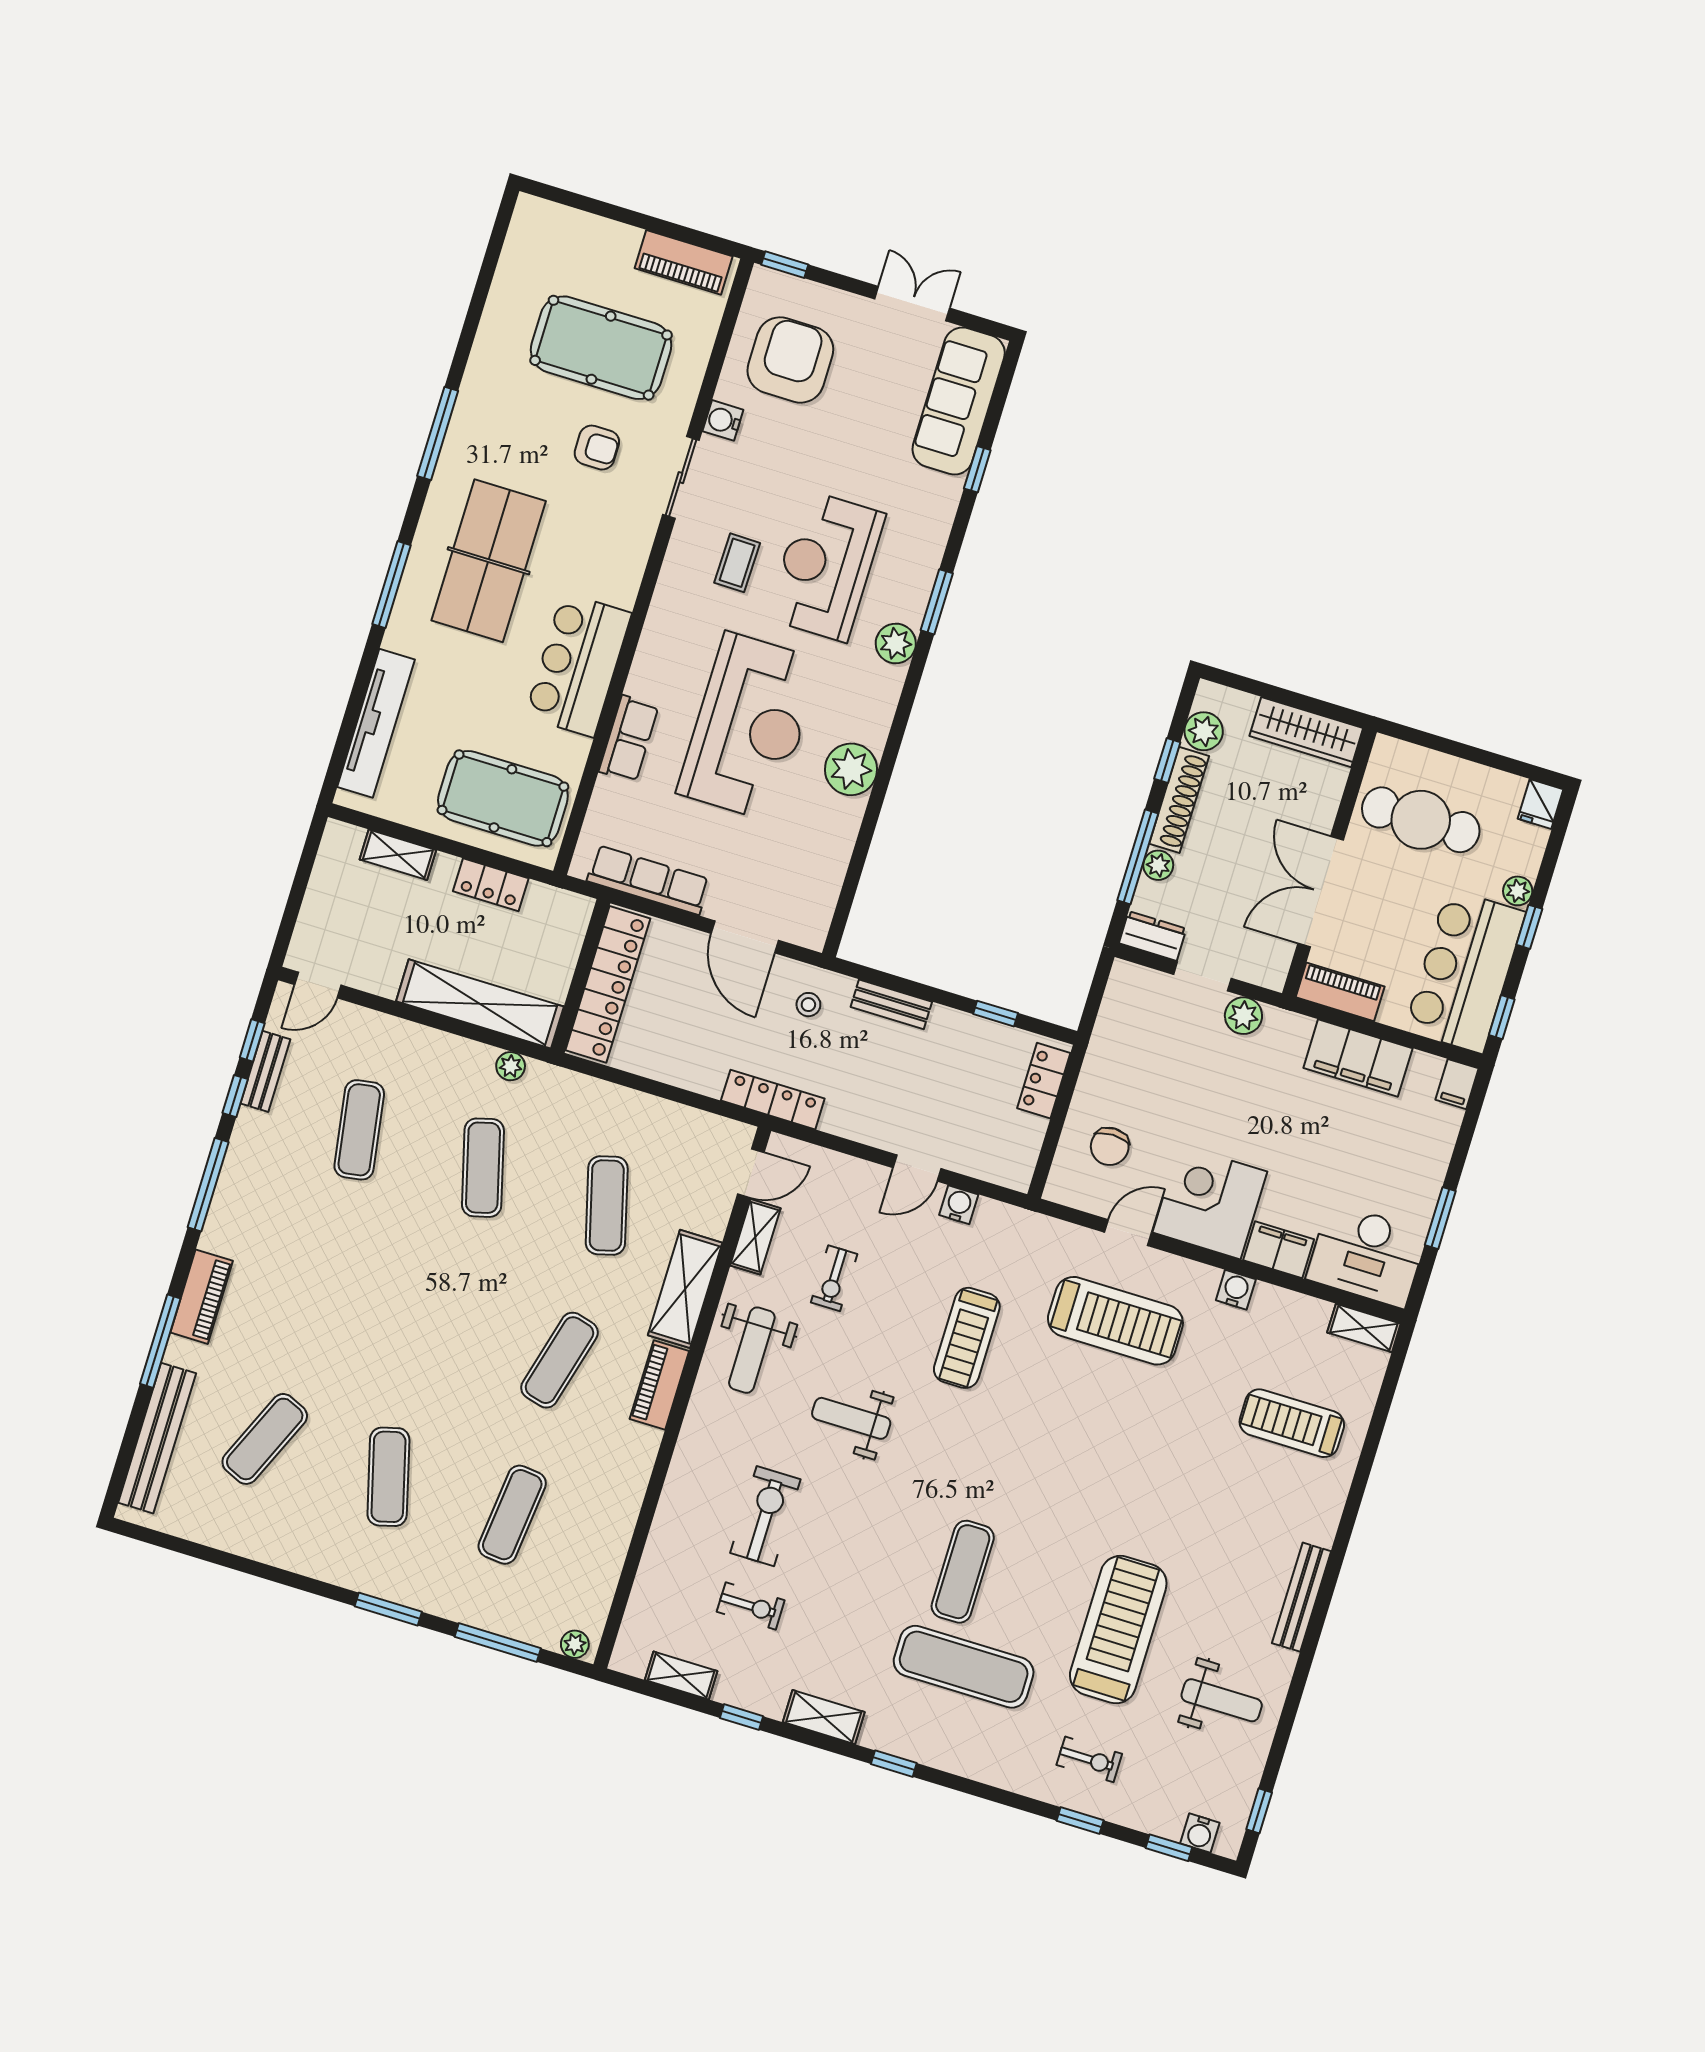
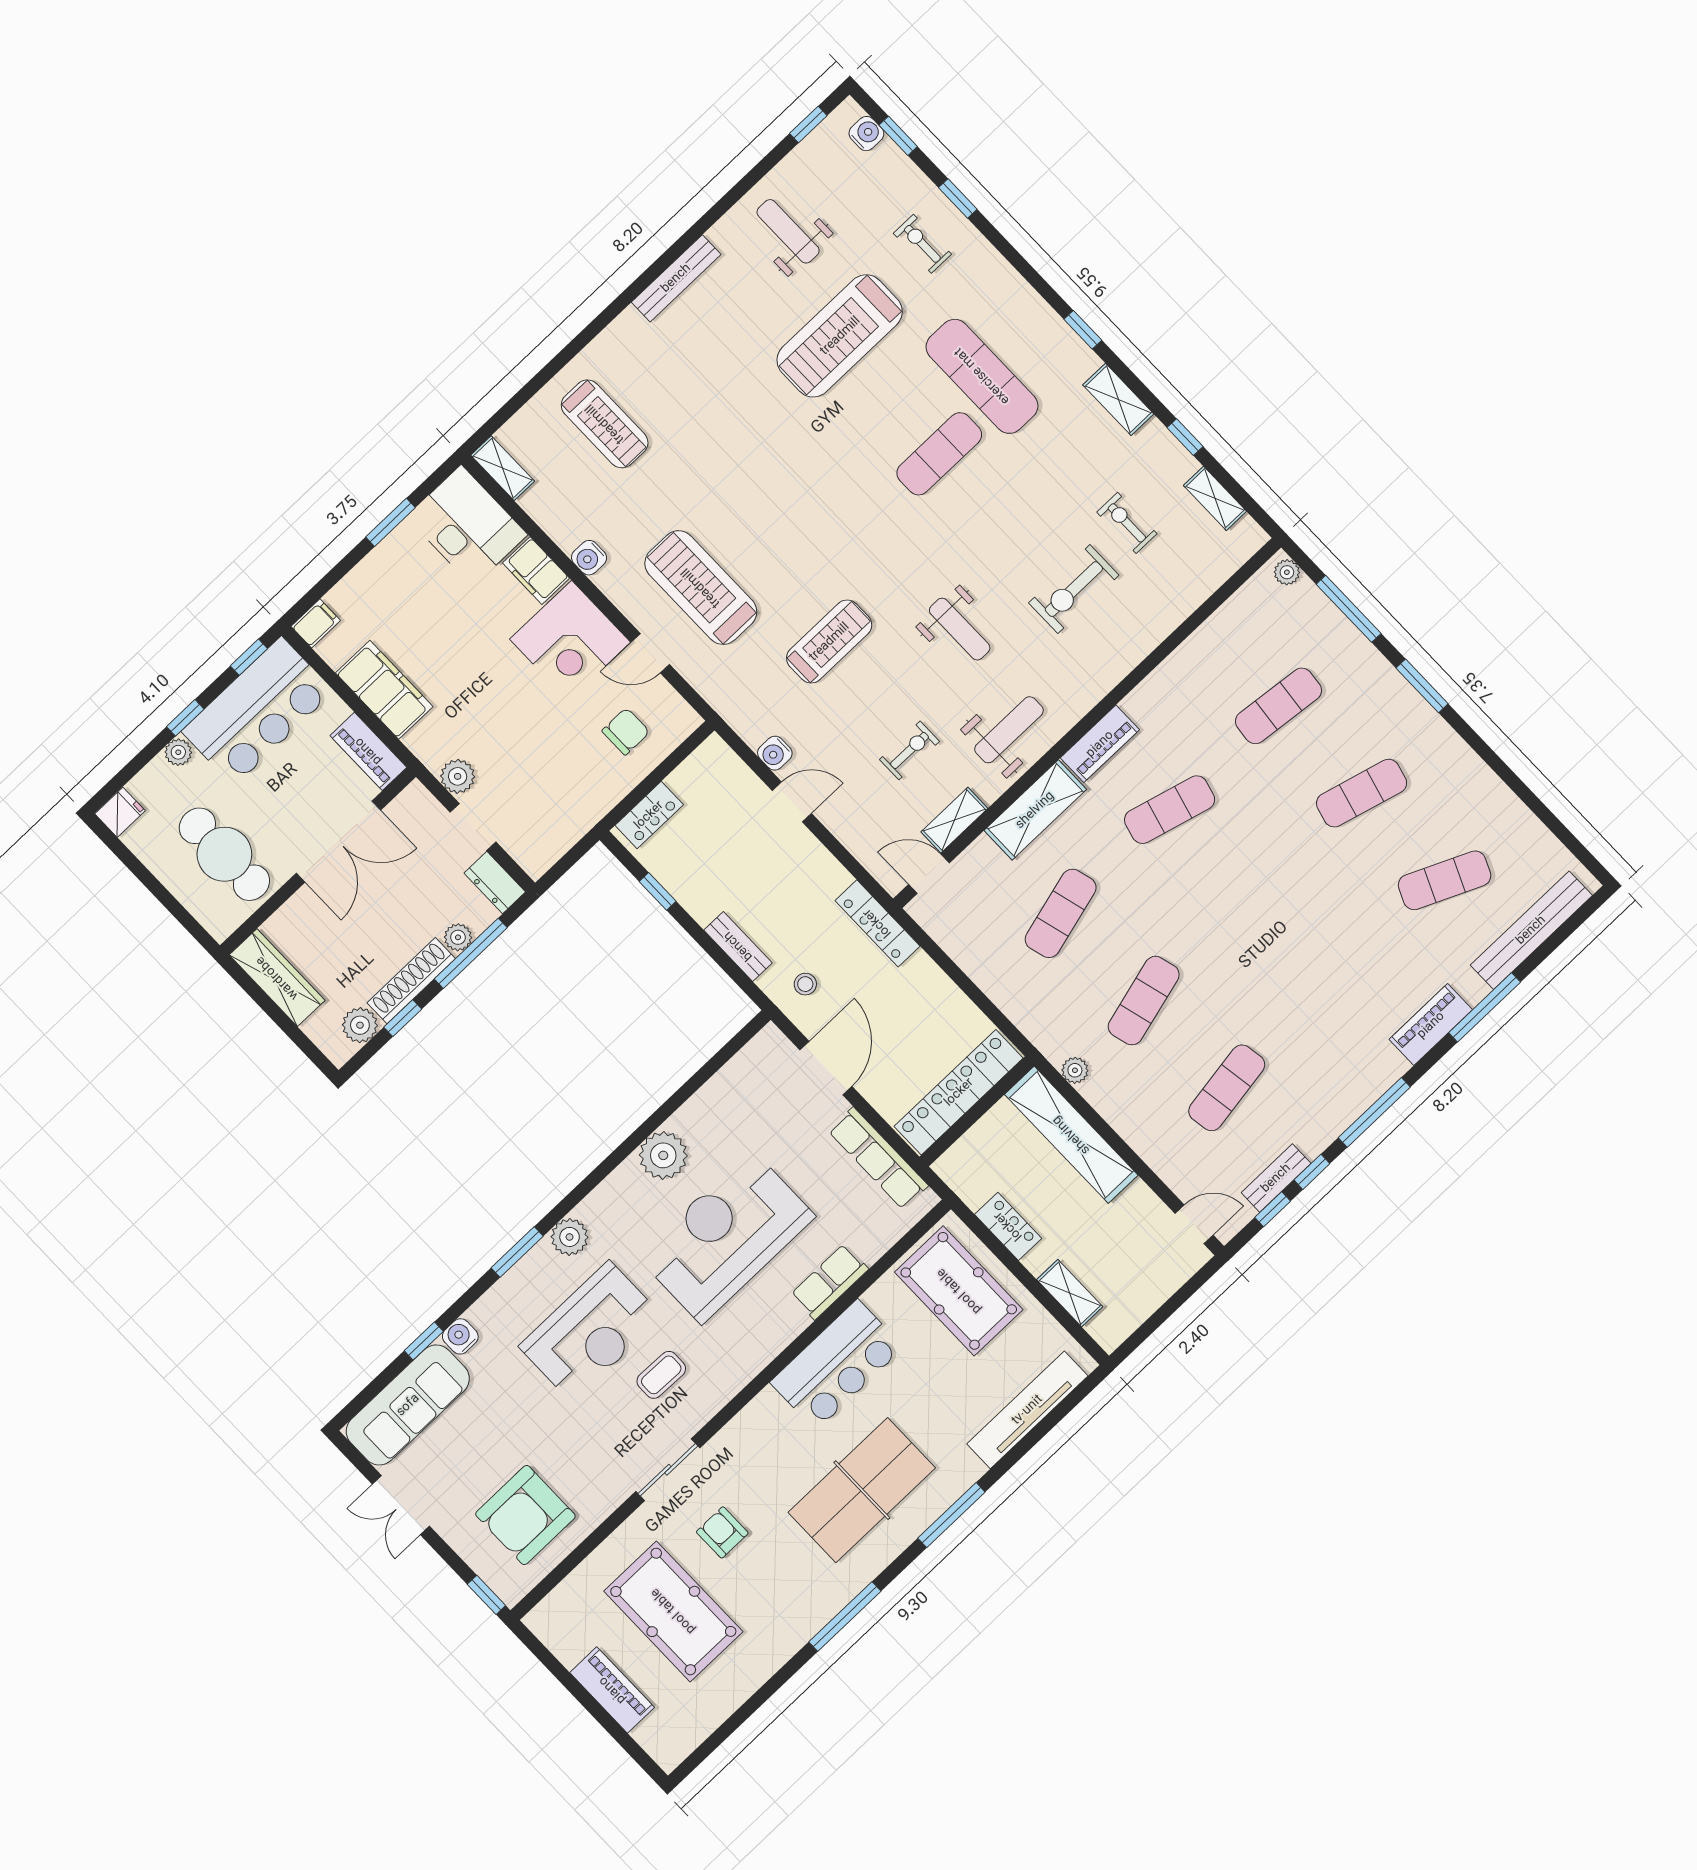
piano: (684, 262) -> (612, 1690), moved
water cooler: (723, 420) -> (460, 1336), moved, turned 180
exercise mat: (388, 1477) -> (1362, 793), turned 30

